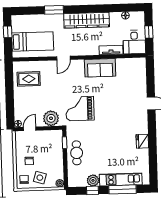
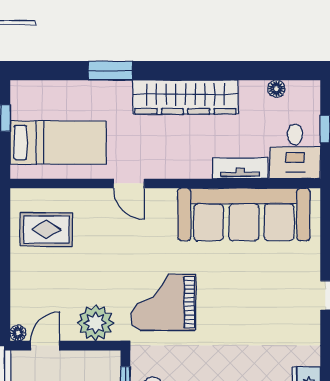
door: (63, 58) -> (129, 183), hinge flipped
sofa: (100, 68) -> (244, 214), width x1.85, depth x1.27

